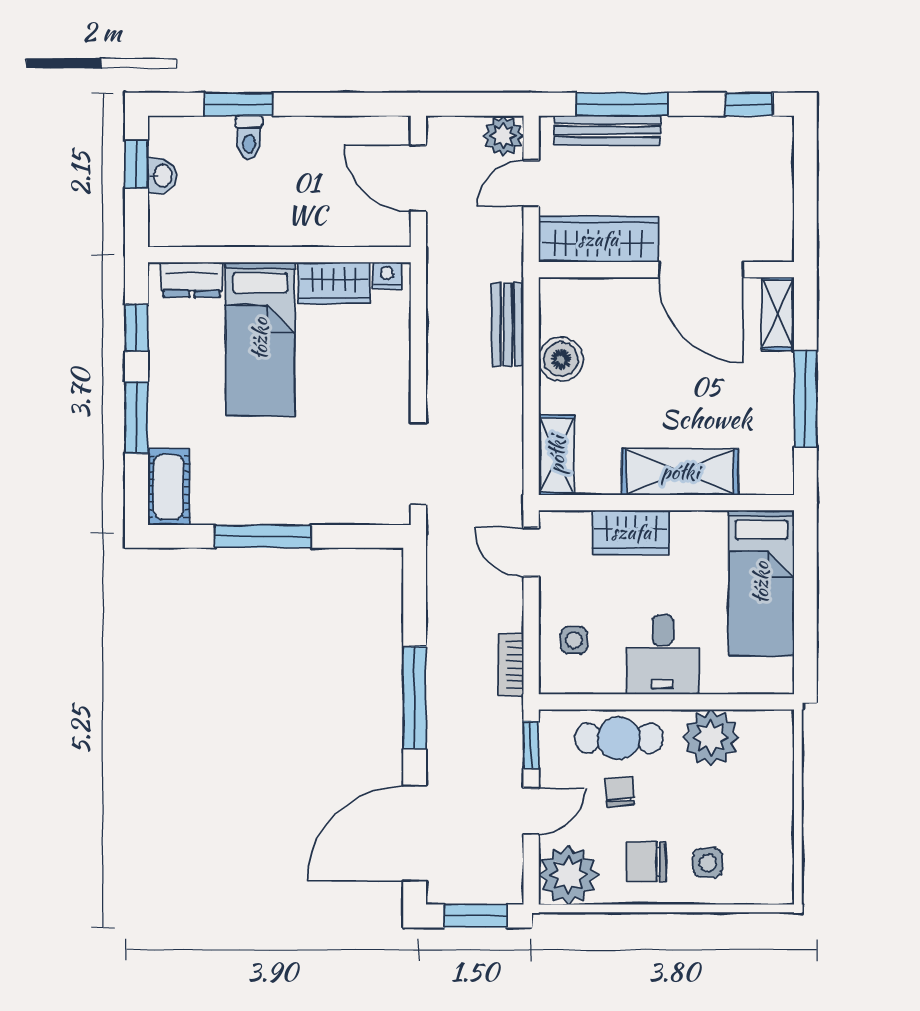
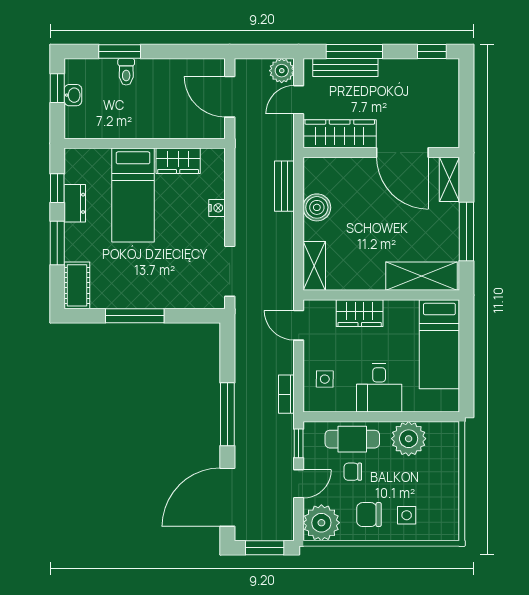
nightstand: (387, 275) -> (217, 208), moved, turned 90
dresser: (192, 279) -> (75, 203), moved, turned -90
shelving: (680, 472) -> (422, 276), moved
chair: (620, 791) -> (353, 472), turned -85

